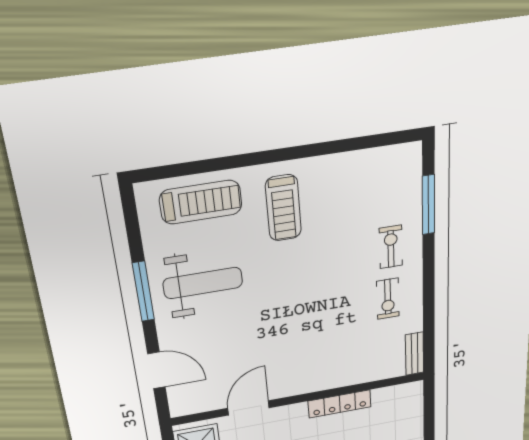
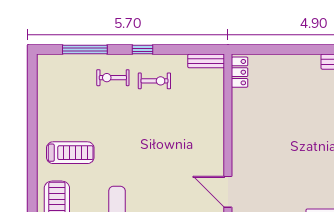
window: (429, 277) -> (143, 50), added
locker: (340, 404) -> (240, 72), moved, width x0.66

